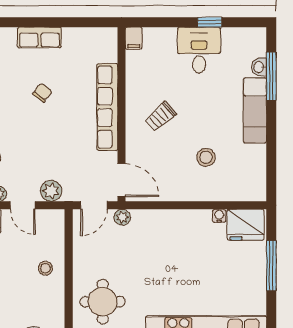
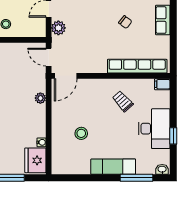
desk: (199, 50) -> (154, 129), width x1.37
washbasin: (259, 67) -> (162, 169), moved
row of seats: (107, 107) -> (137, 66), moved
trolley: (160, 117) -> (123, 101), moved
plant: (122, 217) -> (40, 98), moved

